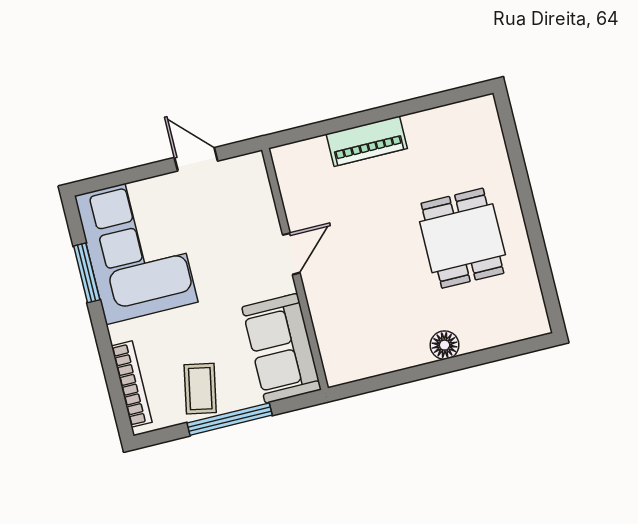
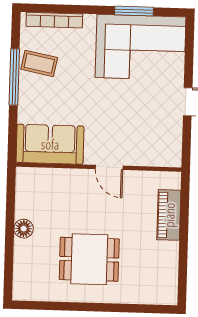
door: (291, 254) -> (109, 167), moved
wall: (295, 269) -> (99, 167), moved
sofa: (281, 348) -> (50, 144), moved

